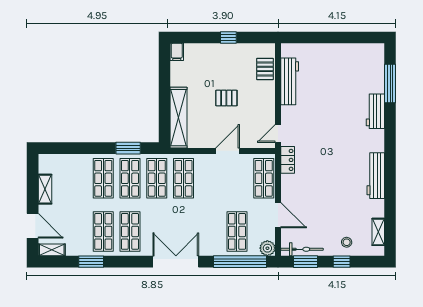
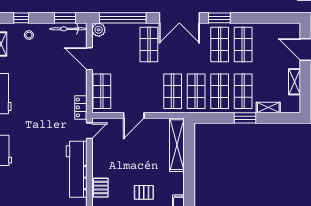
workbench: (290, 81) -> (77, 169), width x1.36, depth x1.32
pallet: (226, 98) -> (144, 192), moved
window: (128, 148) -> (245, 118), moved
shop shelf: (237, 231) -> (149, 45), moved
shelving: (52, 250) -> (268, 108), moved
window: (91, 262) -> (219, 18), moved
window: (342, 262) -> (21, 18), moved

